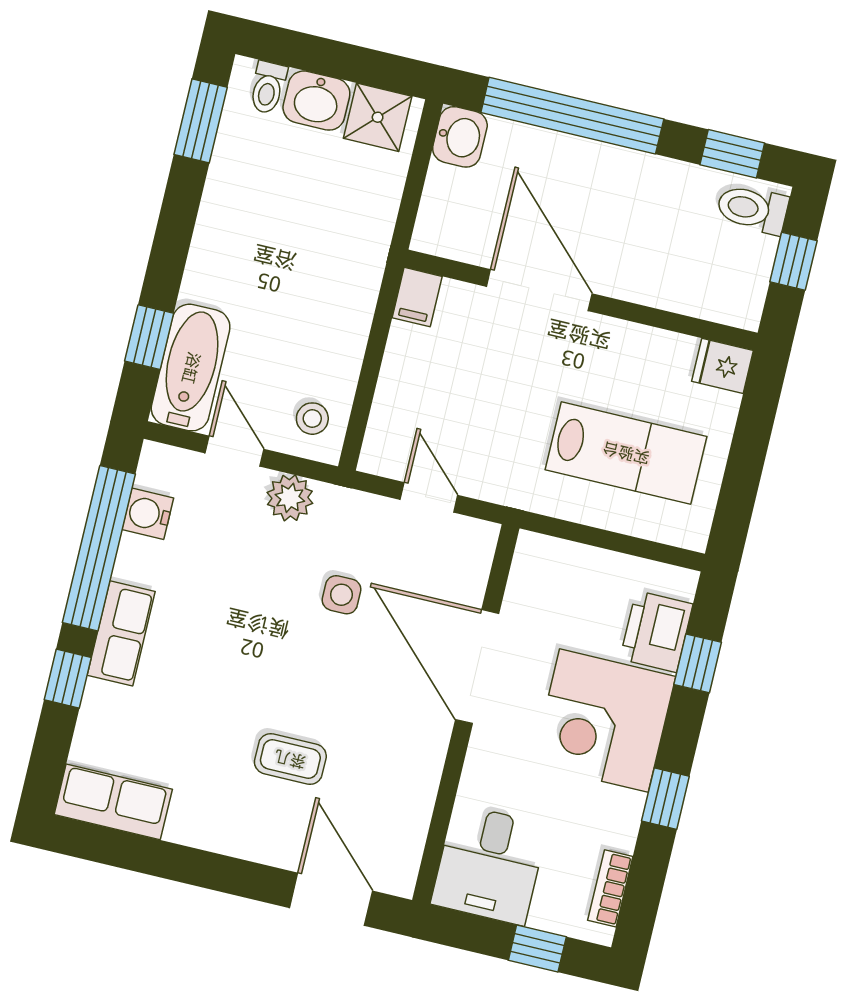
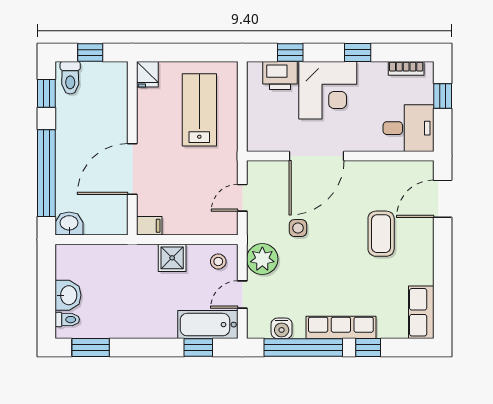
shower: (378, 117) -> (172, 258), moved
plant: (290, 498) -> (262, 259), width x1.36, depth x1.36
row of seats: (121, 633) -> (341, 327), width x1.48
coffee table: (290, 759) -> (381, 234), width x1.36, depth x1.30

